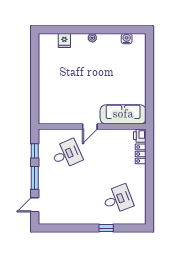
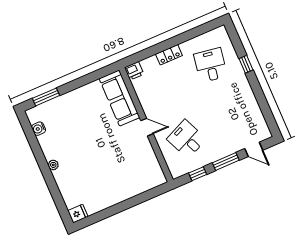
fridge: (64, 41) -> (78, 214), moved
window: (150, 56) -> (46, 97), added
locker: (141, 154) -> (169, 55), moved
desk: (118, 199) -> (211, 65), turned 30

